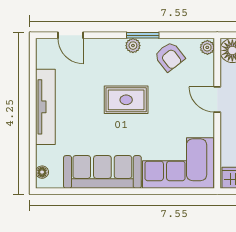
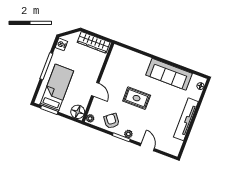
door: (71, 35) -> (147, 147), moved
rug: (126, 100) -> (137, 98), moved
corner sofa: (178, 163) -> (128, 64), removed

